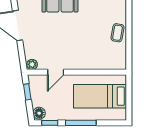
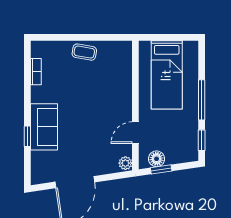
door: (56, 72) -> (135, 133), swing flipped
floor lamp: (39, 113) -> (157, 159), moved

